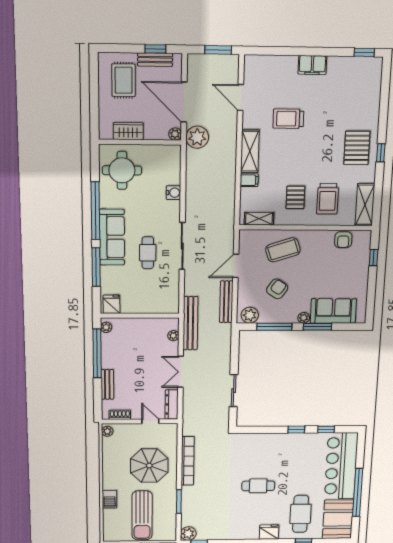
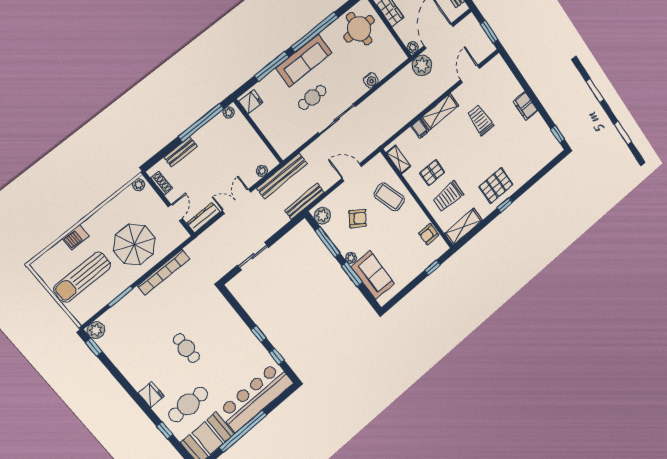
bench: (226, 302) -> (305, 201), moved

